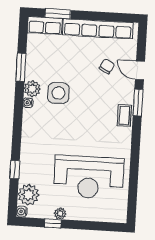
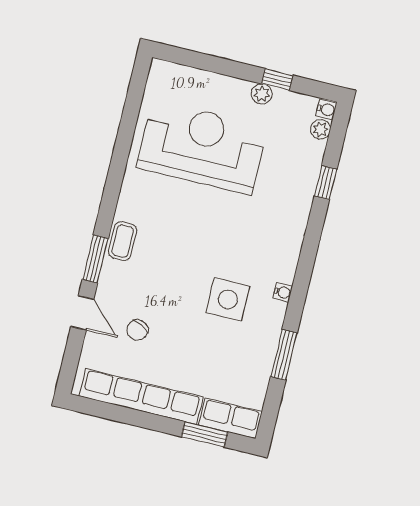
plant: (32, 89) -> (271, 315), removed
plant: (28, 195) -> (320, 129), width x0.53, depth x0.53

